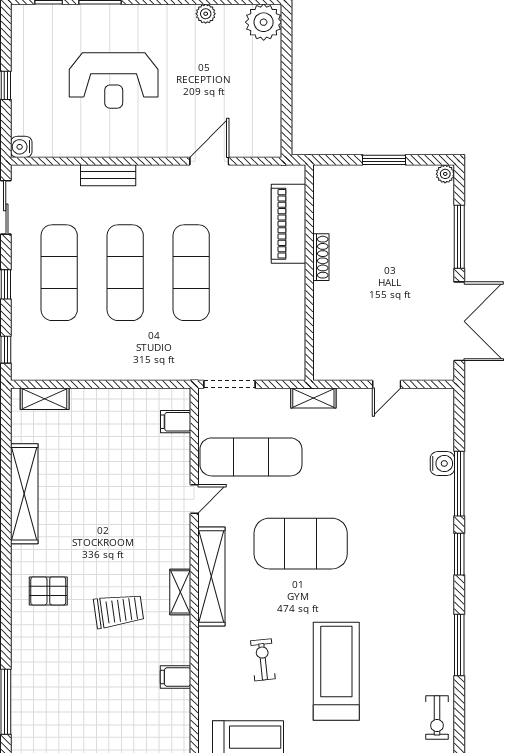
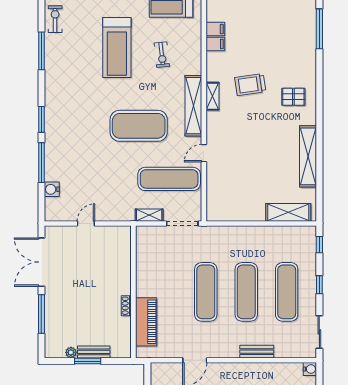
plant: (445, 174) -> (71, 352), moved
bench: (374, 175) -> (94, 352), added
shoe rack: (321, 257) -> (126, 306), width x0.70
shelving: (313, 398) -> (149, 215), moved
shelving: (45, 399) -> (288, 212), width x1.50, depth x1.33
filing cabinet: (176, 422) -> (215, 29), moved
water cooler: (442, 463) -> (52, 189), moved
window: (459, 645) -> (41, 51), moved

